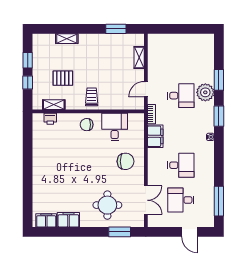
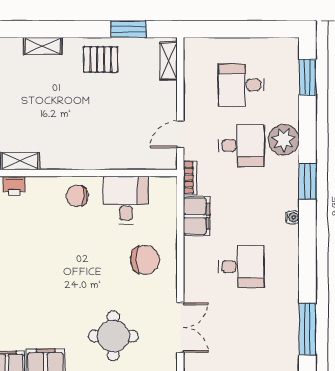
shelving: (139, 58) -> (168, 61), moved
pallet: (63, 78) -> (101, 59), moved
window: (219, 80) -> (307, 77), moved
trolley: (92, 97) -> (86, 148), removed
desk: (181, 200) -> (241, 85), moved

